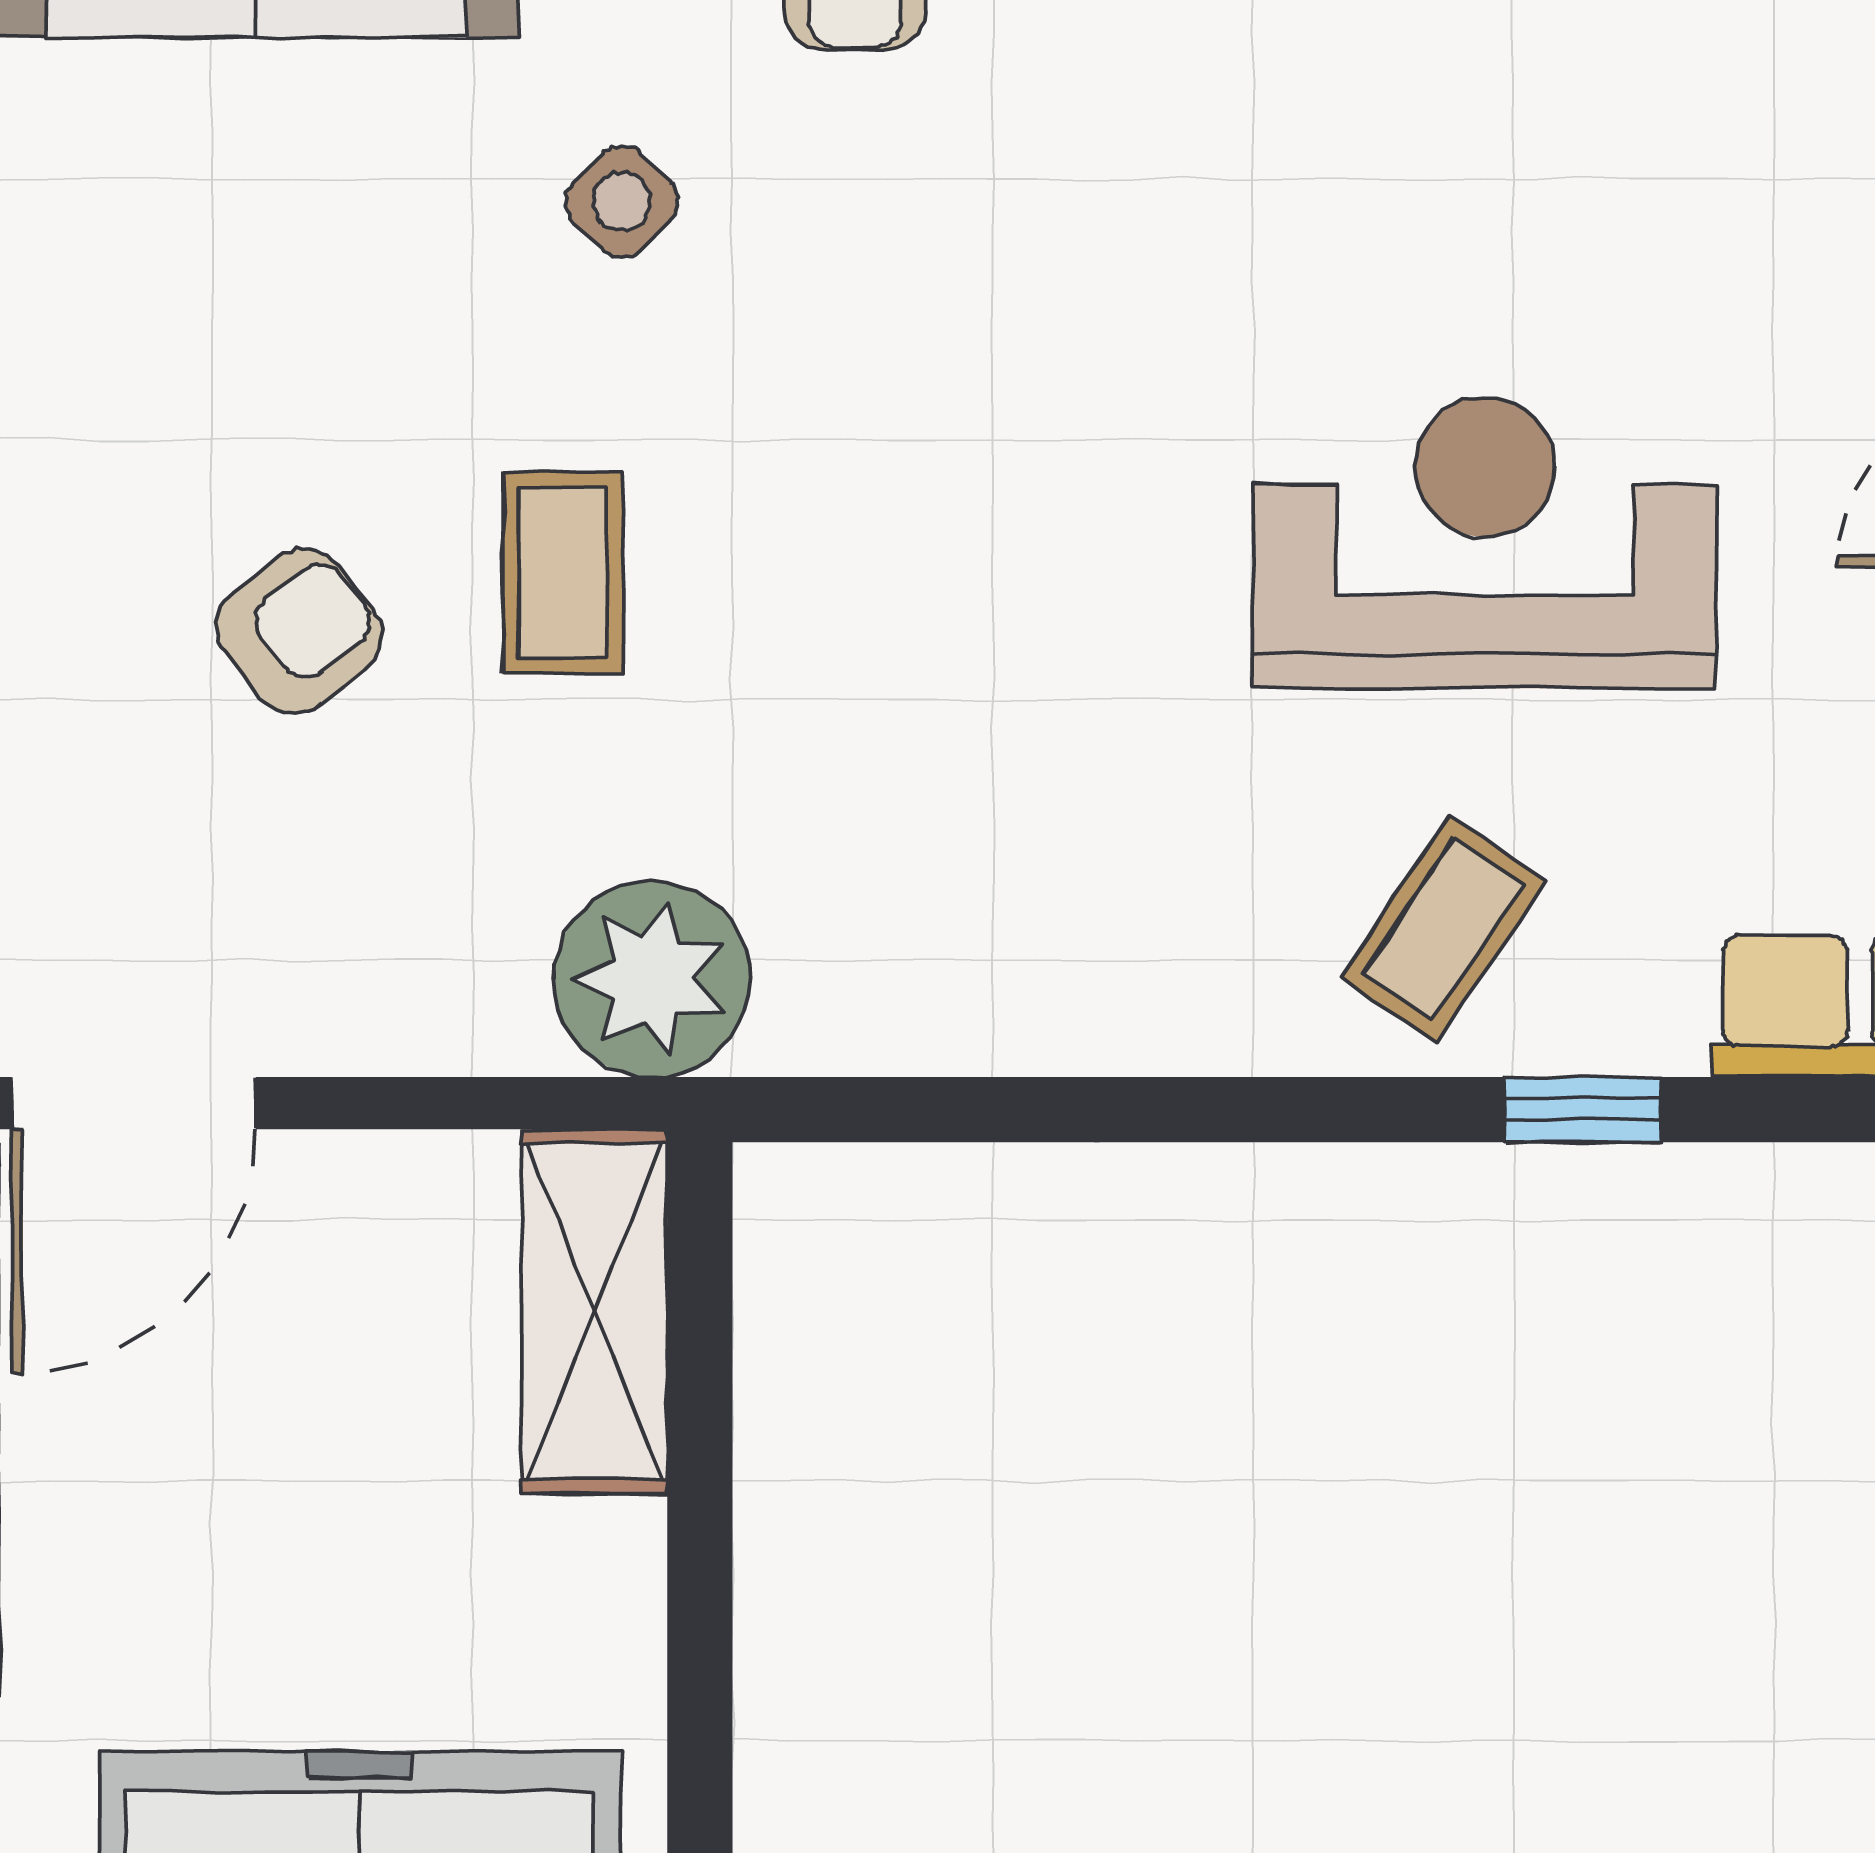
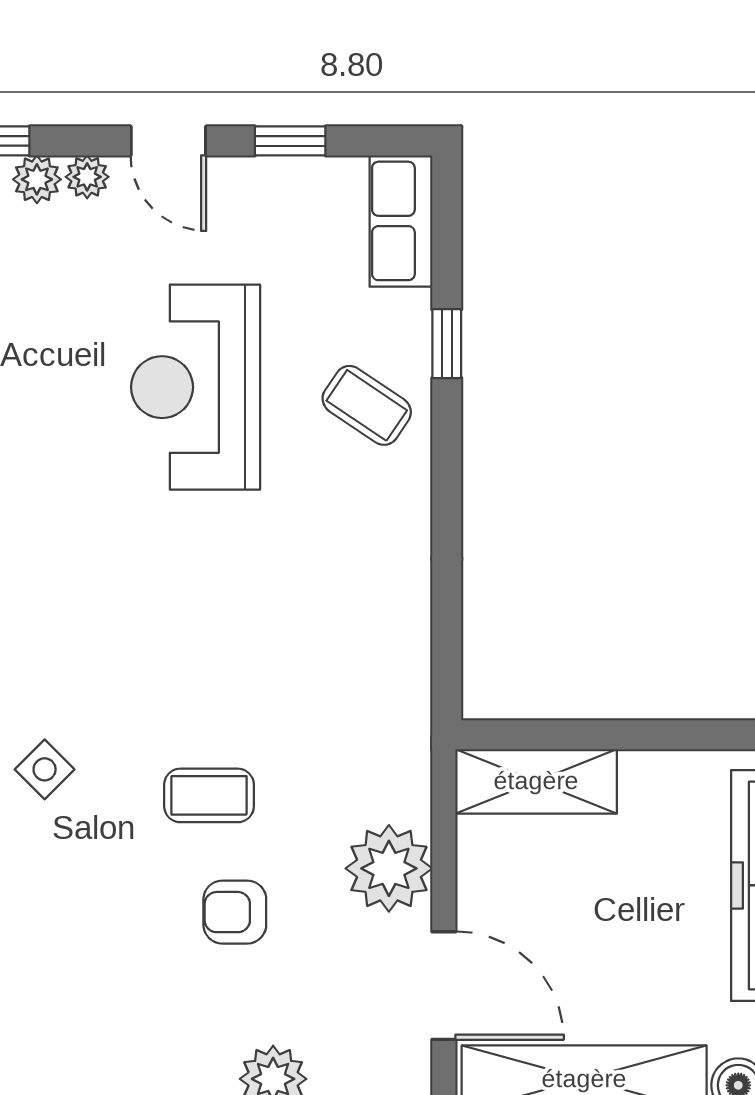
armchair: (299, 631) -> (235, 912), turned -52
plant: (652, 979) -> (389, 868), moved

